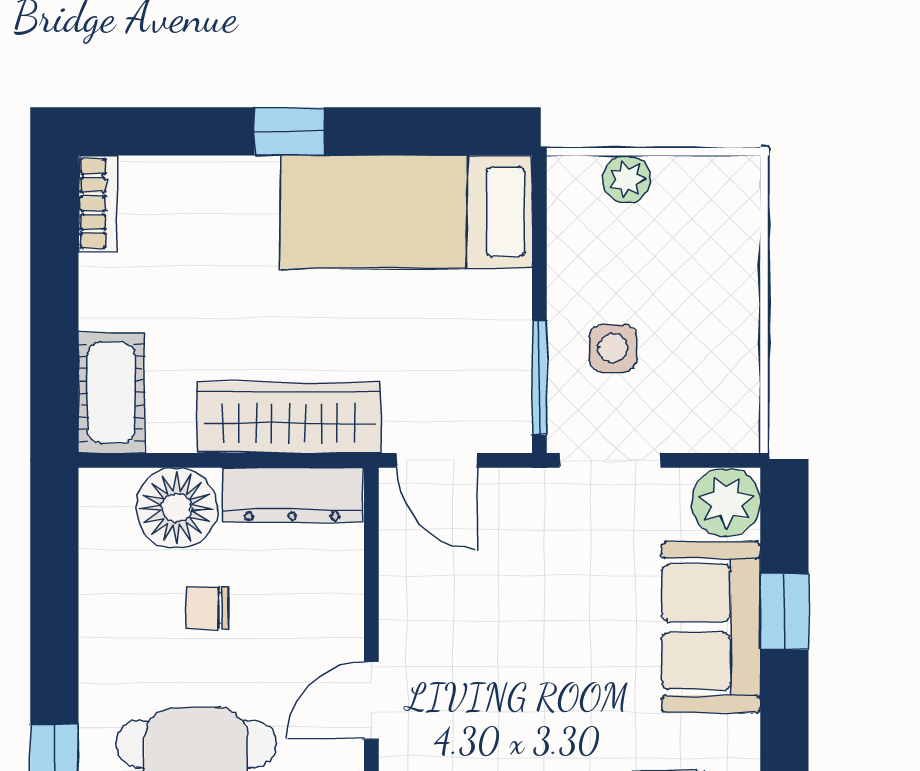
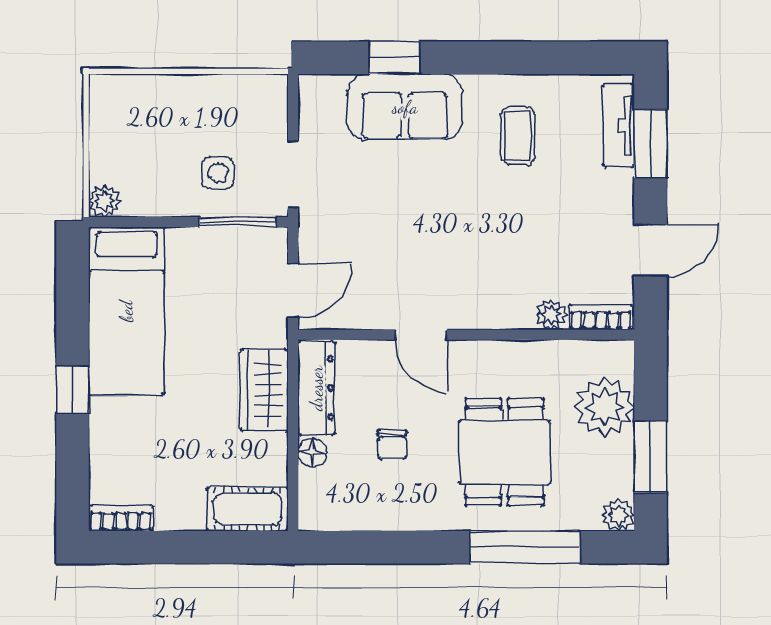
plant: (627, 179) -> (105, 201), moved
wardrobe: (289, 418) -> (264, 390), width x0.67
plant: (726, 502) -> (321, 97), removed
floor lamp: (176, 508) -> (312, 453), width x0.53, depth x0.53
door: (371, 701) -> (421, 335), moved

